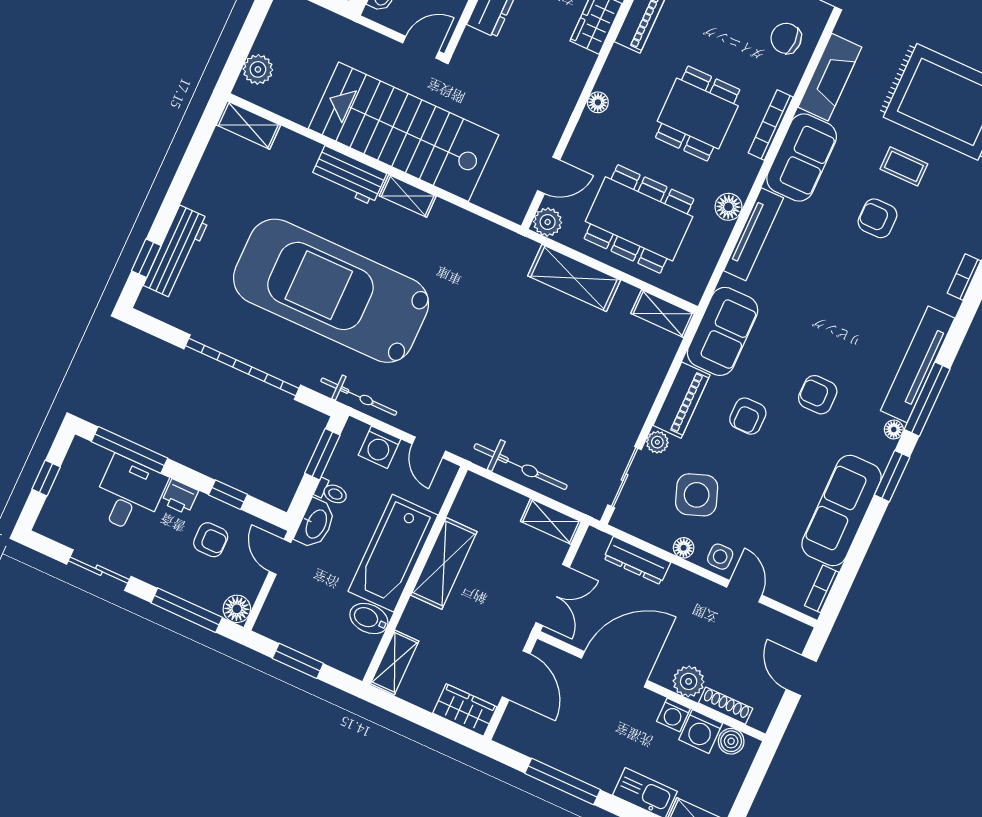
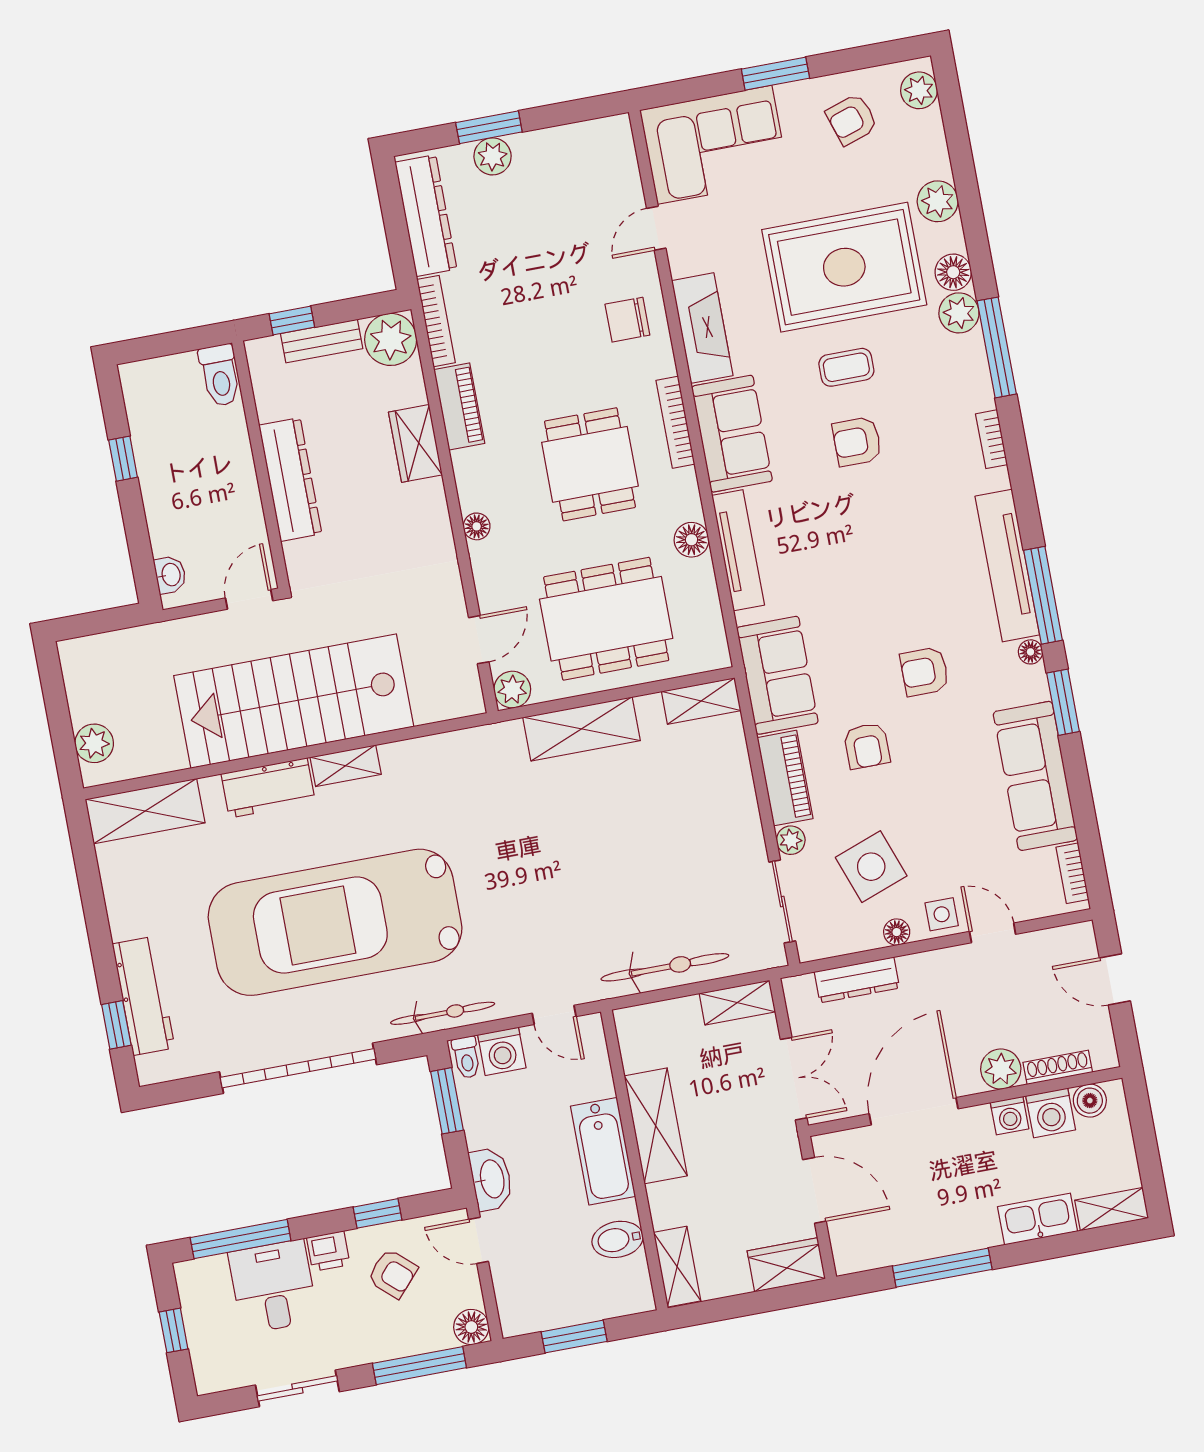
shelving: (248, 125) -> (145, 811), width x1.50, depth x1.33
toilet: (331, 492) -> (466, 1057), moved, turned 90
armchair: (211, 540) -> (393, 1274), turned 42
bathtub: (393, 553) -> (603, 1151), width x0.73, depth x0.73

